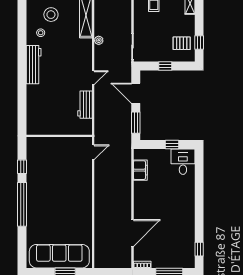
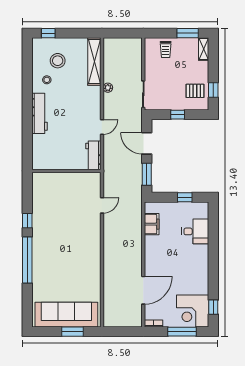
wall: (59, 136) -> (66, 171), moved
desk: (183, 162) -> (195, 231), moved, turned 90
corner desk: (179, 253) -> (193, 311), added

